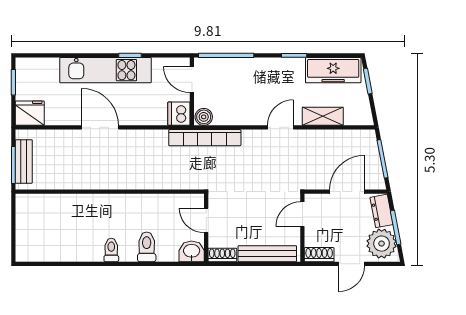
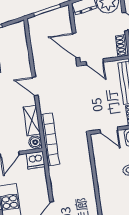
shelving: (323, 116) -> (32, 120), moved
door: (347, 192) -> (76, 45), moved
door: (206, 220) -> (109, 130), hinge flipped

